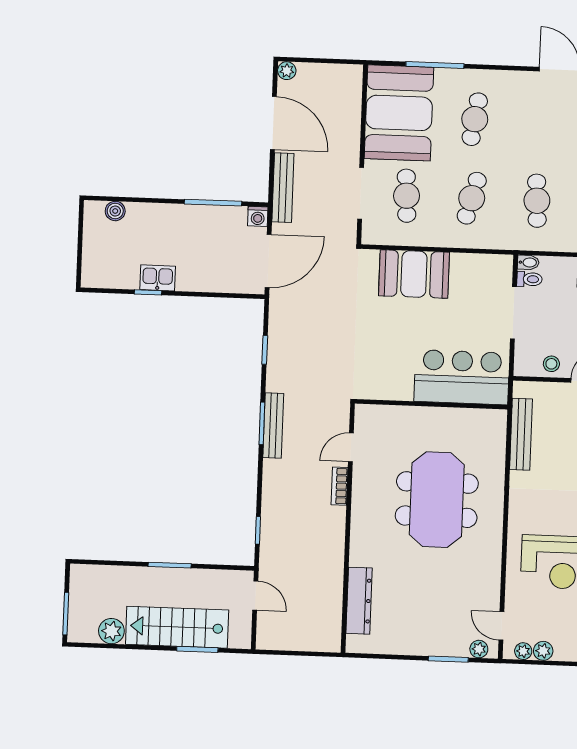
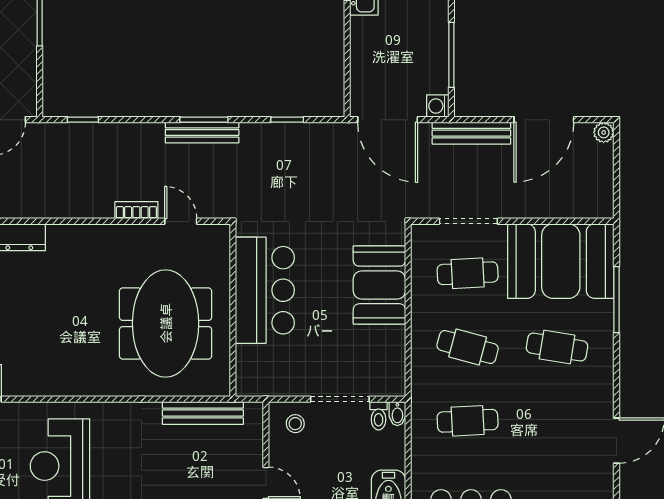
stool: (551, 364) -> (295, 424), moved
bar counter: (462, 377) -> (265, 290), moved
meeting table: (437, 500) -> (166, 323), moved, turned 90

